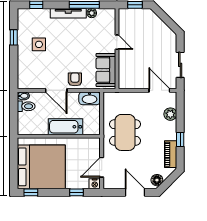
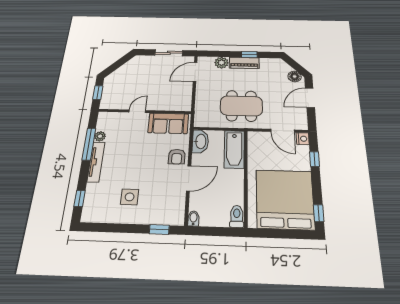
window: (14, 37) -> (159, 229), moved
armchair: (75, 79) -> (177, 157), turned -90
toilet: (26, 106) -> (237, 216), moved
bathtub: (65, 127) -> (234, 149), moved
piano: (171, 154) -> (244, 63), moved

